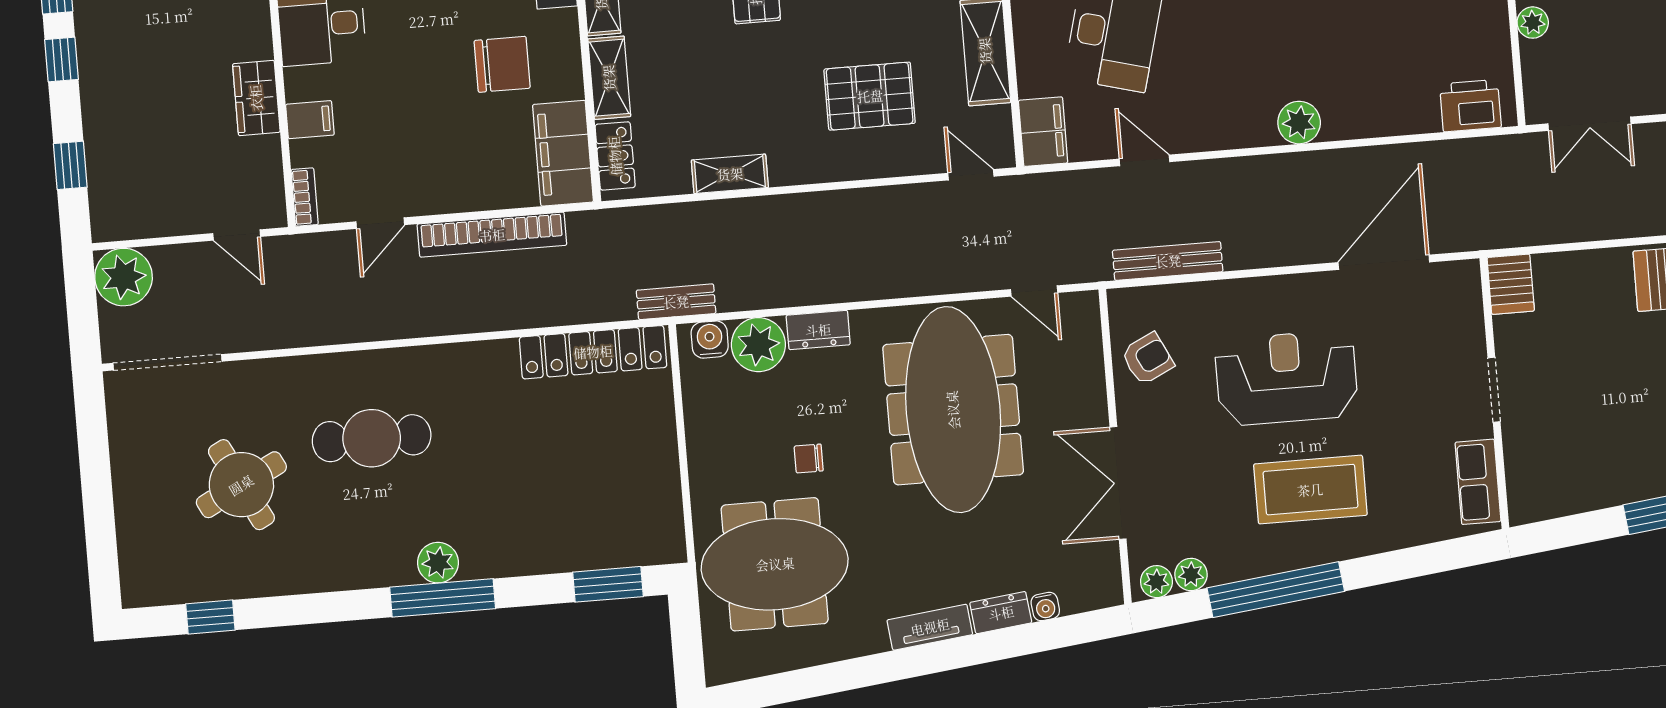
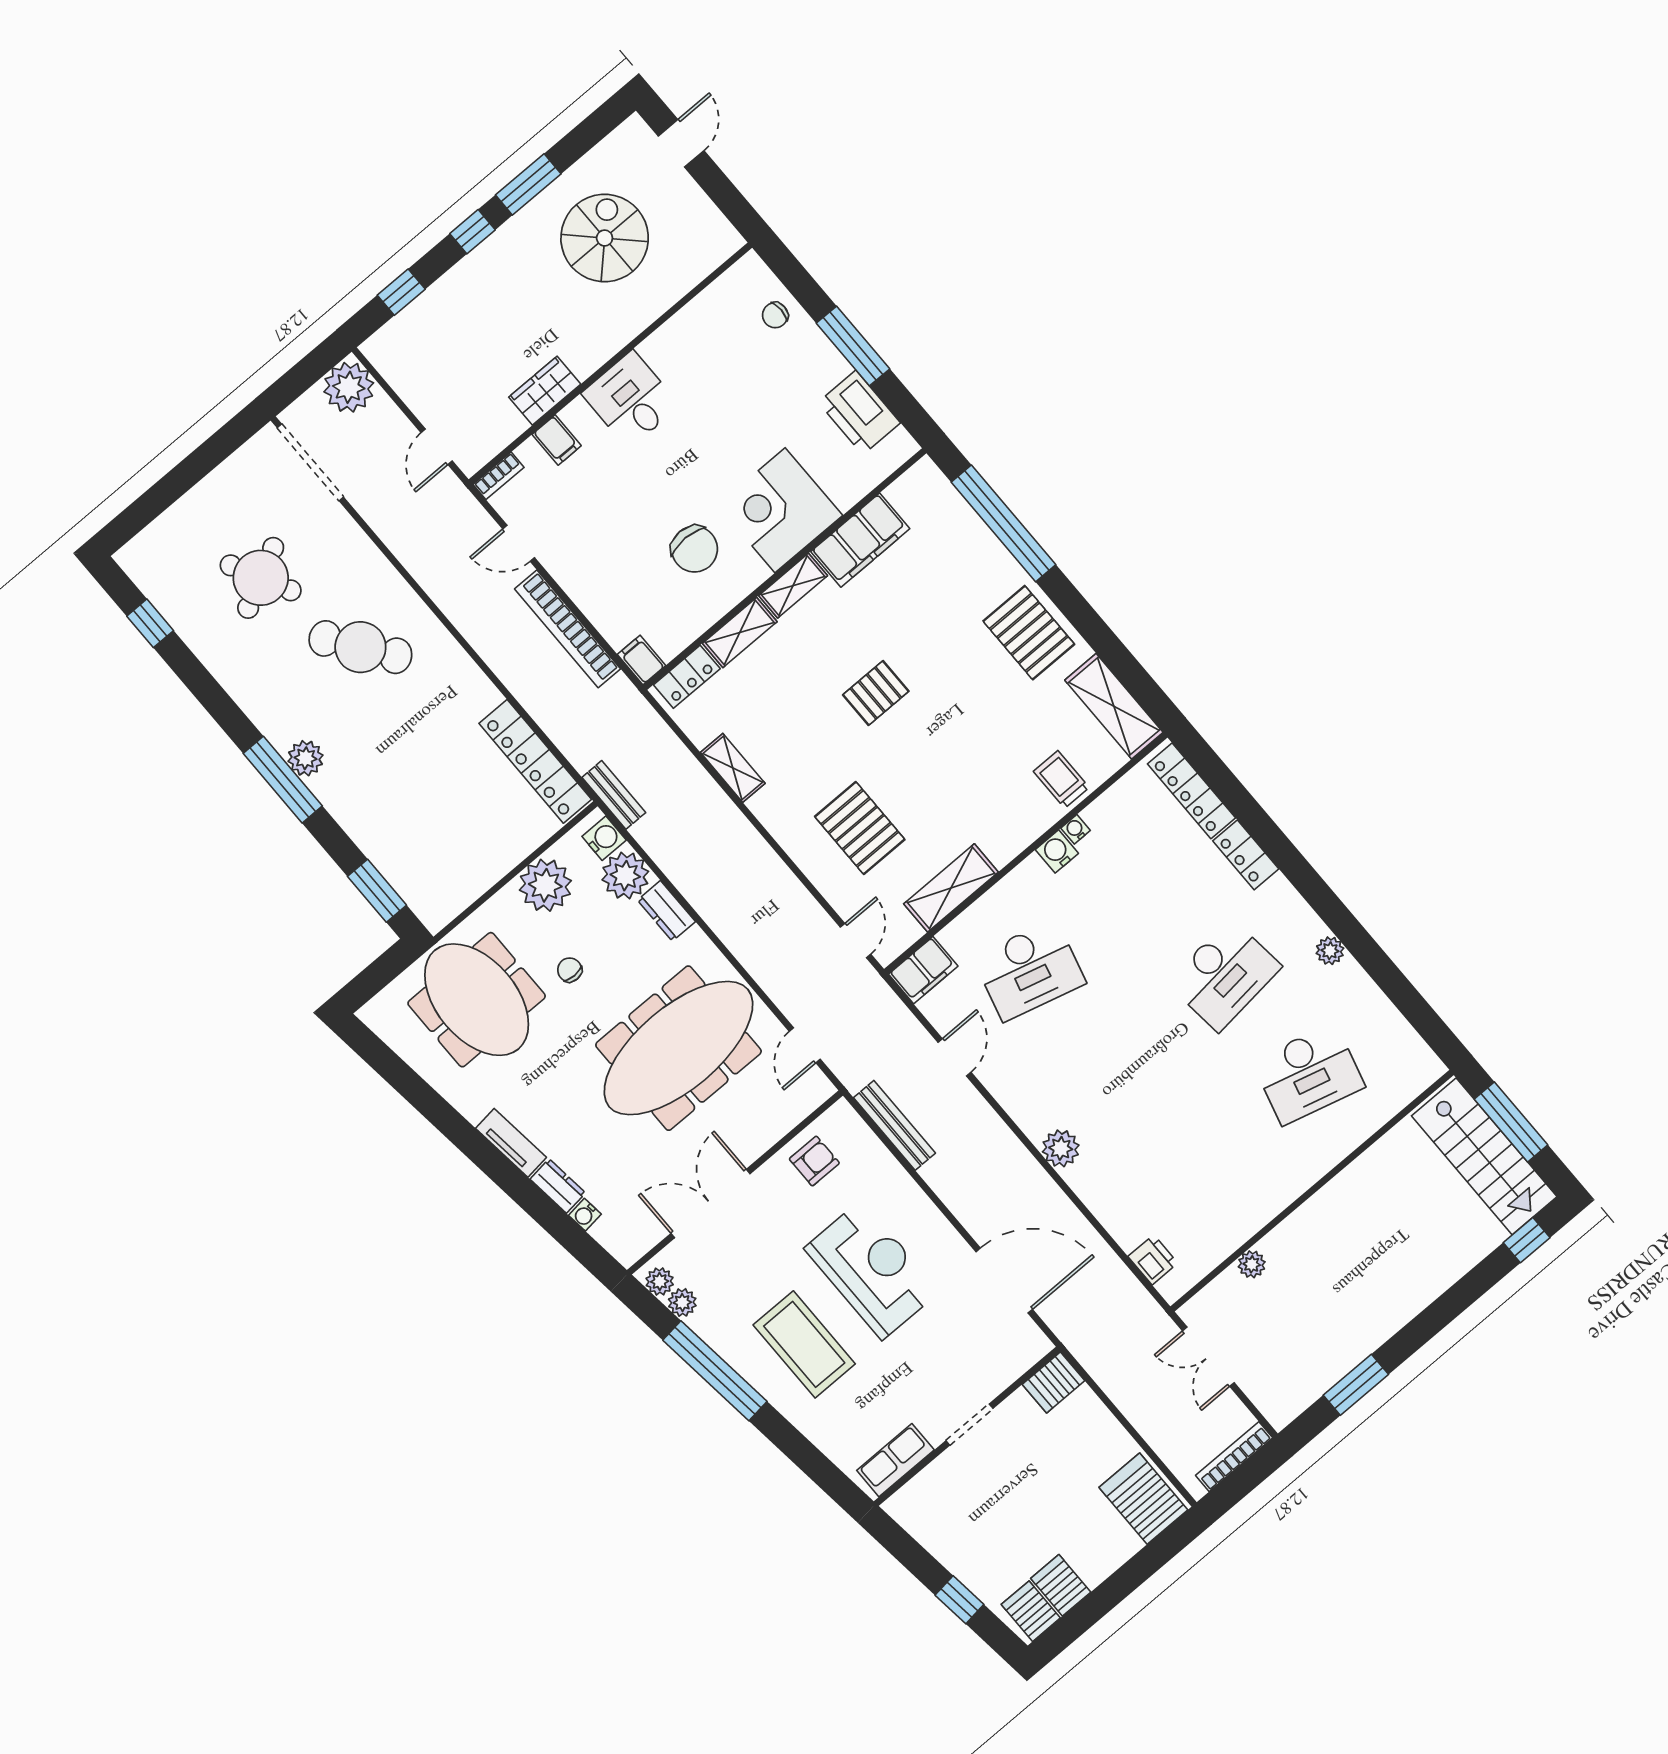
printer: (1470, 106) -> (1153, 1260), width x0.73, depth x0.81
filing cabinet: (563, 153) -> (642, 660), width x0.33, depth x0.86
armchair: (1148, 359) -> (814, 1161), turned -64
plant: (714, 425) -> (545, 885), added
cafe table: (372, 438) -> (360, 647), turned -36

